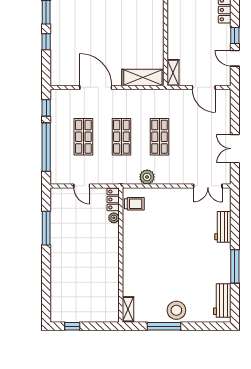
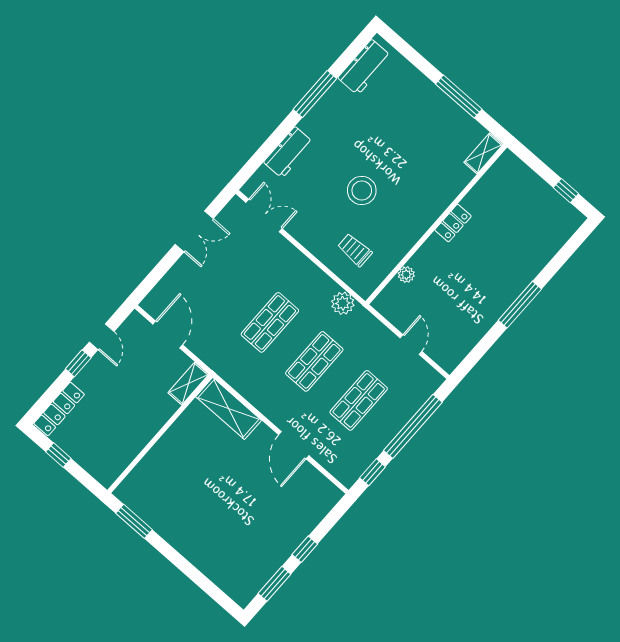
door: (96, 87) -> (294, 445), width x0.73
plant: (147, 177) -> (343, 303), moved
locker: (113, 200) -> (453, 223), moved
trolley: (134, 204) -> (355, 250), moved
window: (46, 228) -> (520, 305), moved
stool: (176, 310) -> (362, 190), moved

